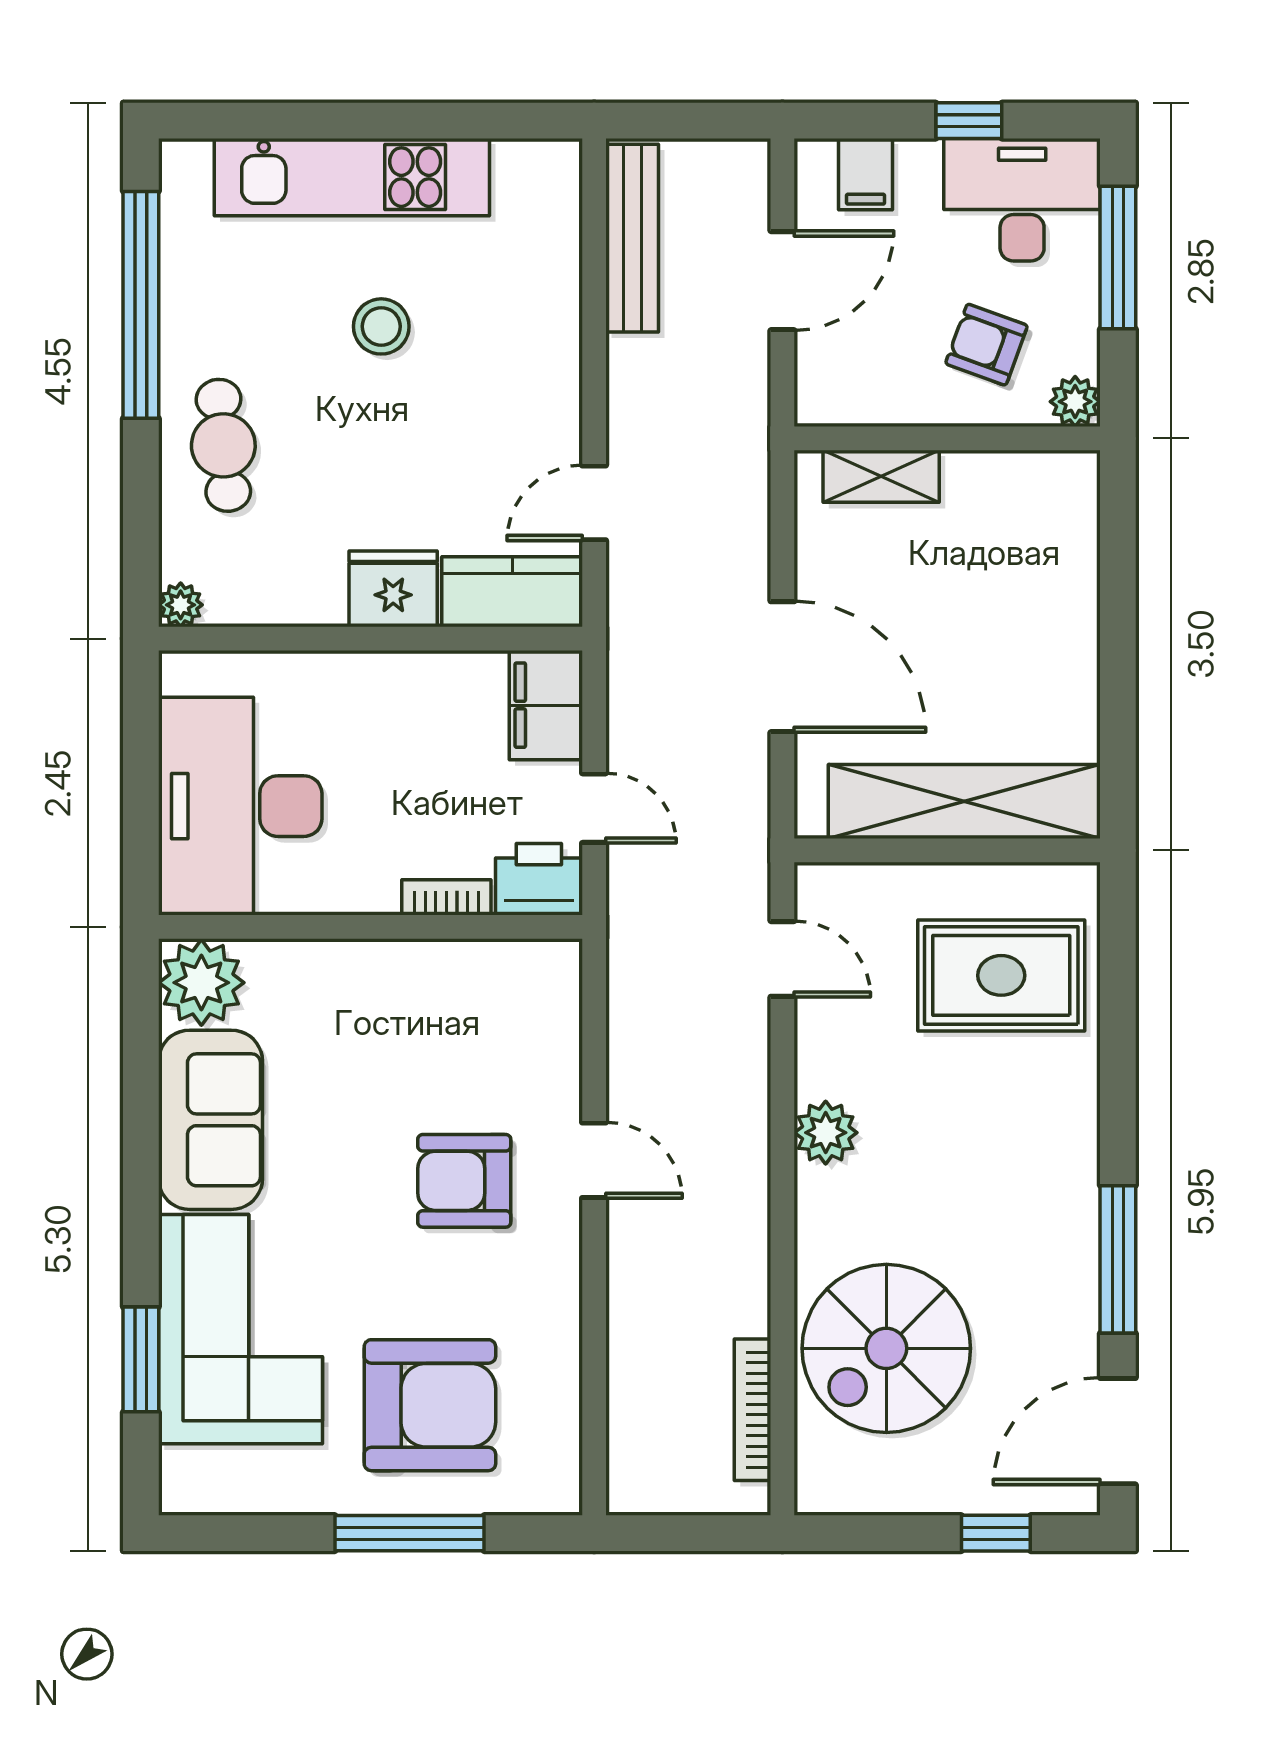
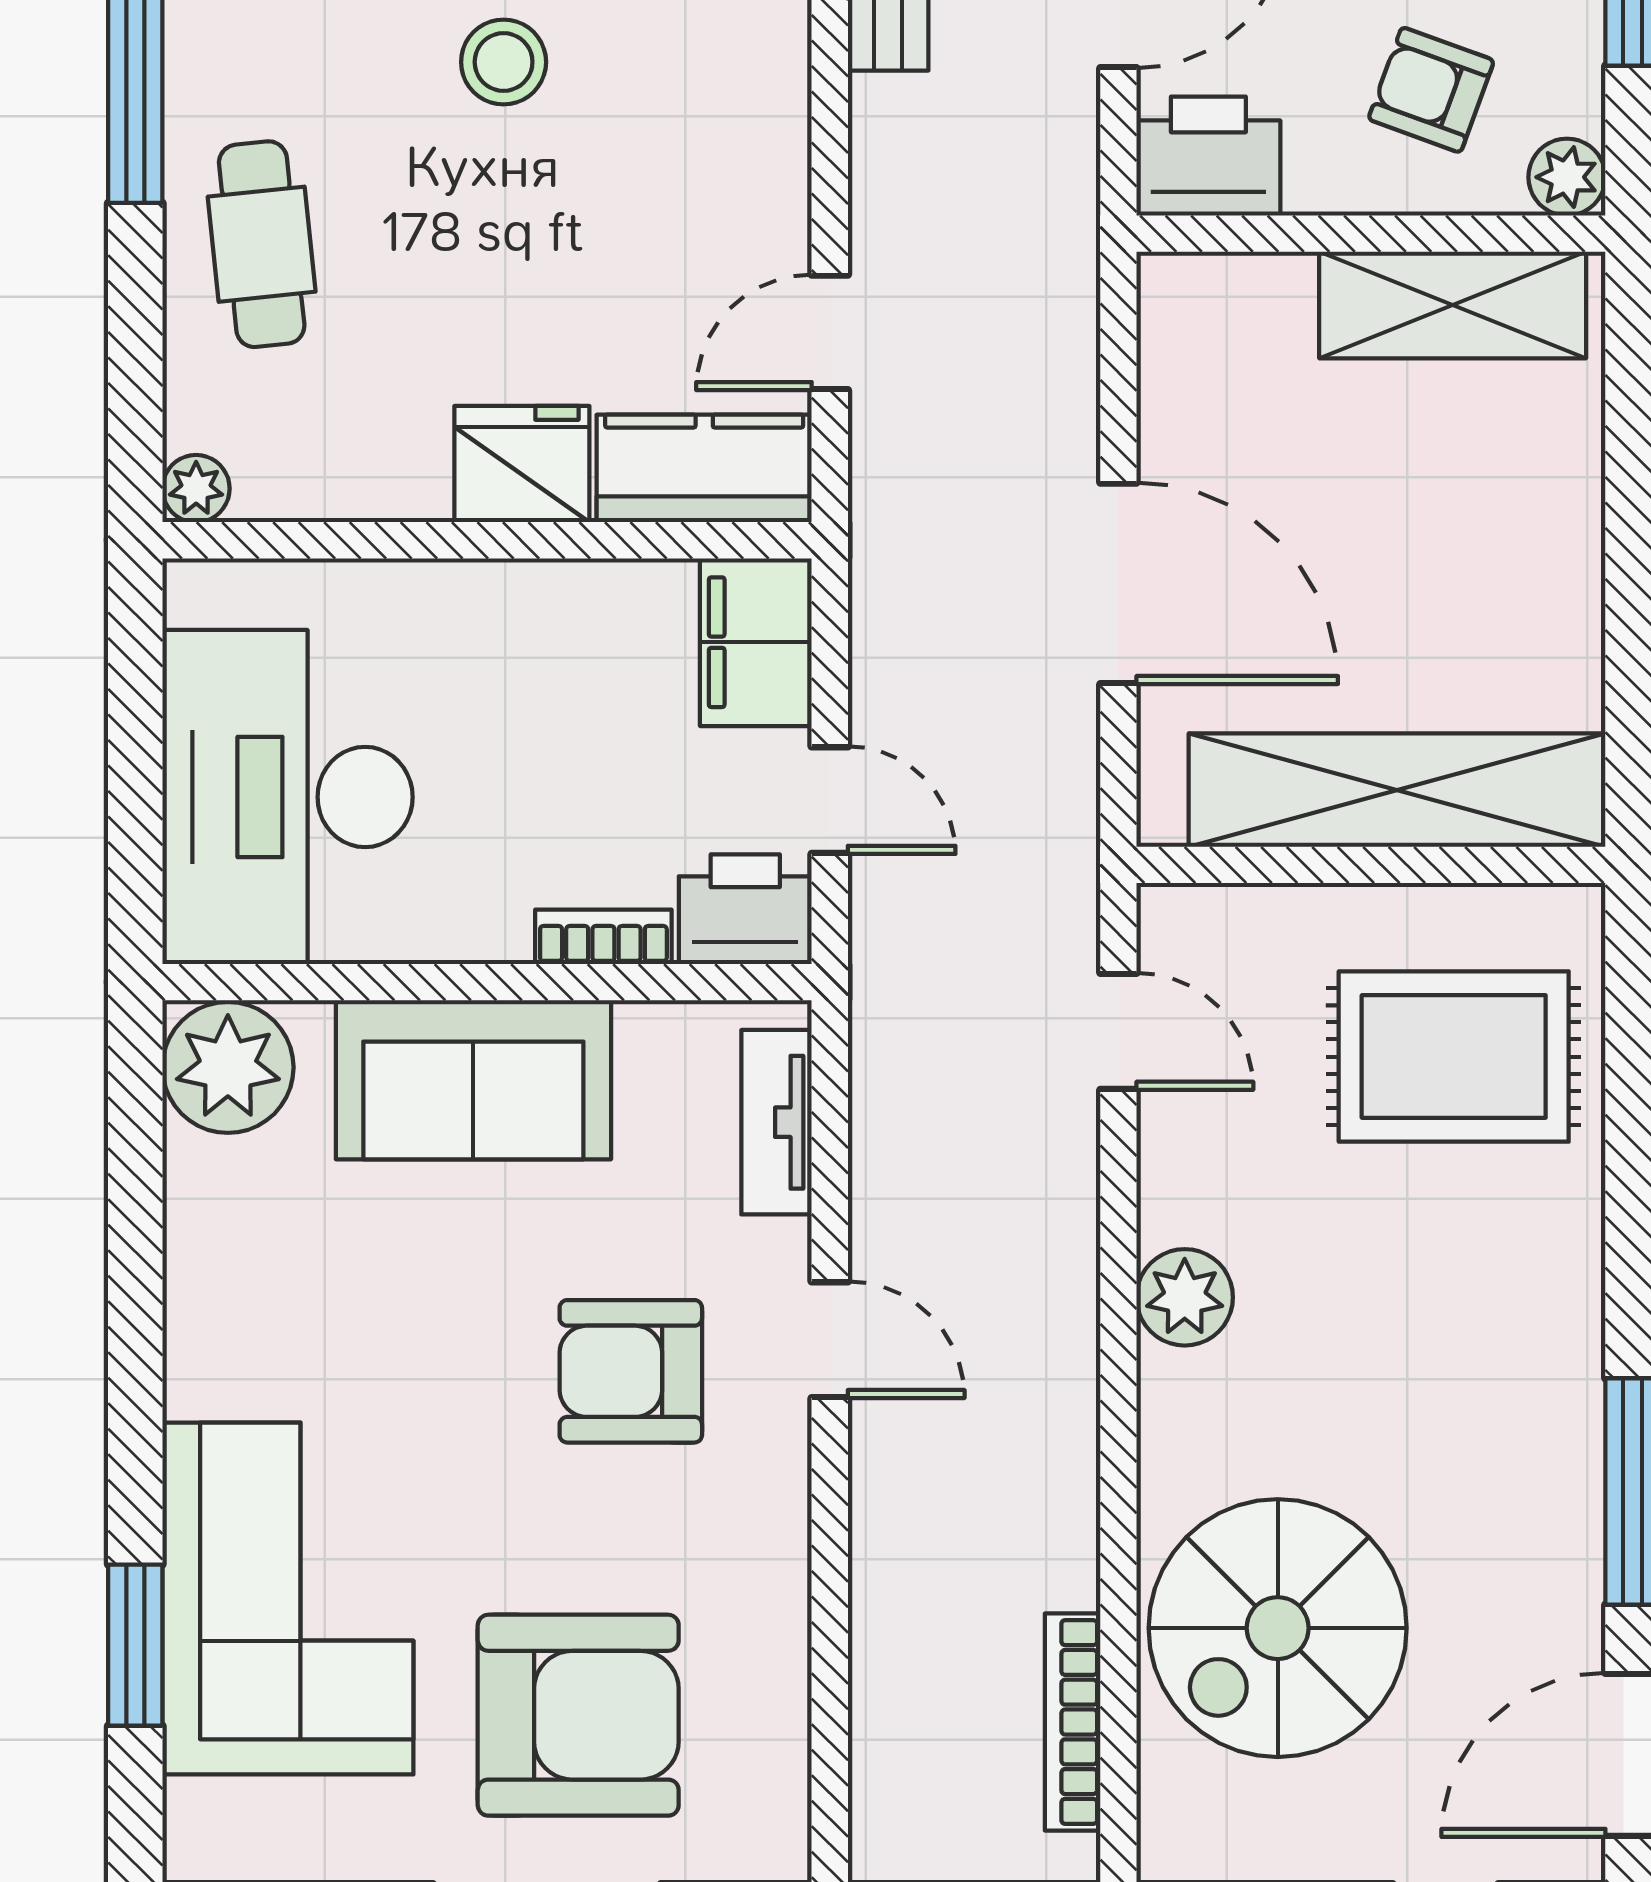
printer: (841, 388) -> (1208, 156), added
shelving: (881, 476) -> (1453, 305), moved, width x1.50, depth x1.33
tv unit: (559, 1018) -> (777, 1122), added
sofa: (210, 1120) -> (473, 1080), moved, turned 90

